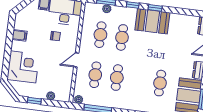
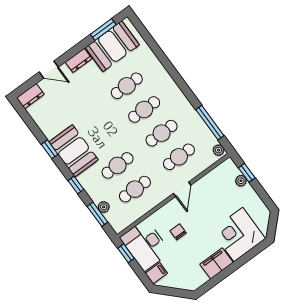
window: (155, 8) -> (50, 149), moved
filing cabinet: (20, 35) -> (216, 263), width x2.00
door: (76, 60) -> (182, 189), hinge flipped
cafe table: (138, 80) -> (144, 109), added
window: (34, 101) -> (247, 173), moved

